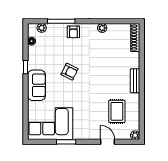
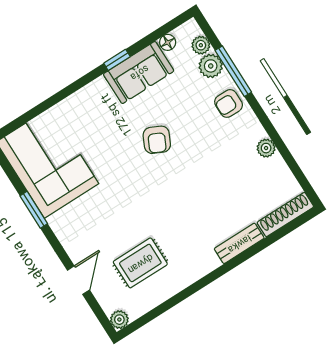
plant: (53, 29) -> (211, 66), added
bench: (135, 81) -> (239, 243), moved
sofa: (36, 85) -> (139, 72), moved

